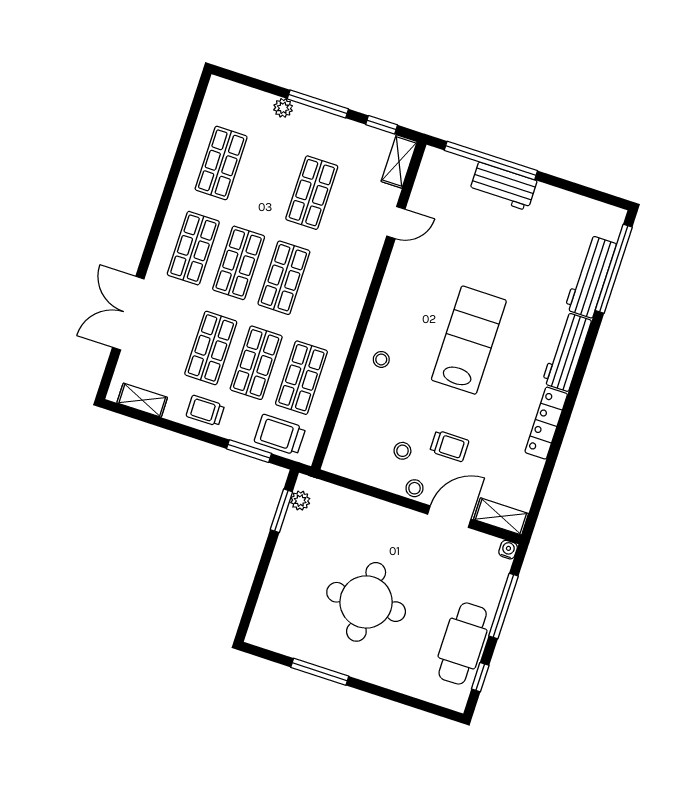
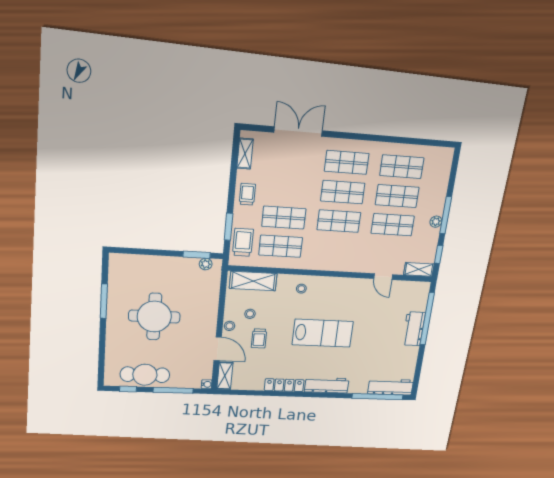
plant: (283, 108) -> (436, 222), moved
workbench: (591, 277) -> (391, 387), moved
shop shelf: (211, 348) -> (397, 196), moved
shelving: (348, 433) -> (253, 281), added

